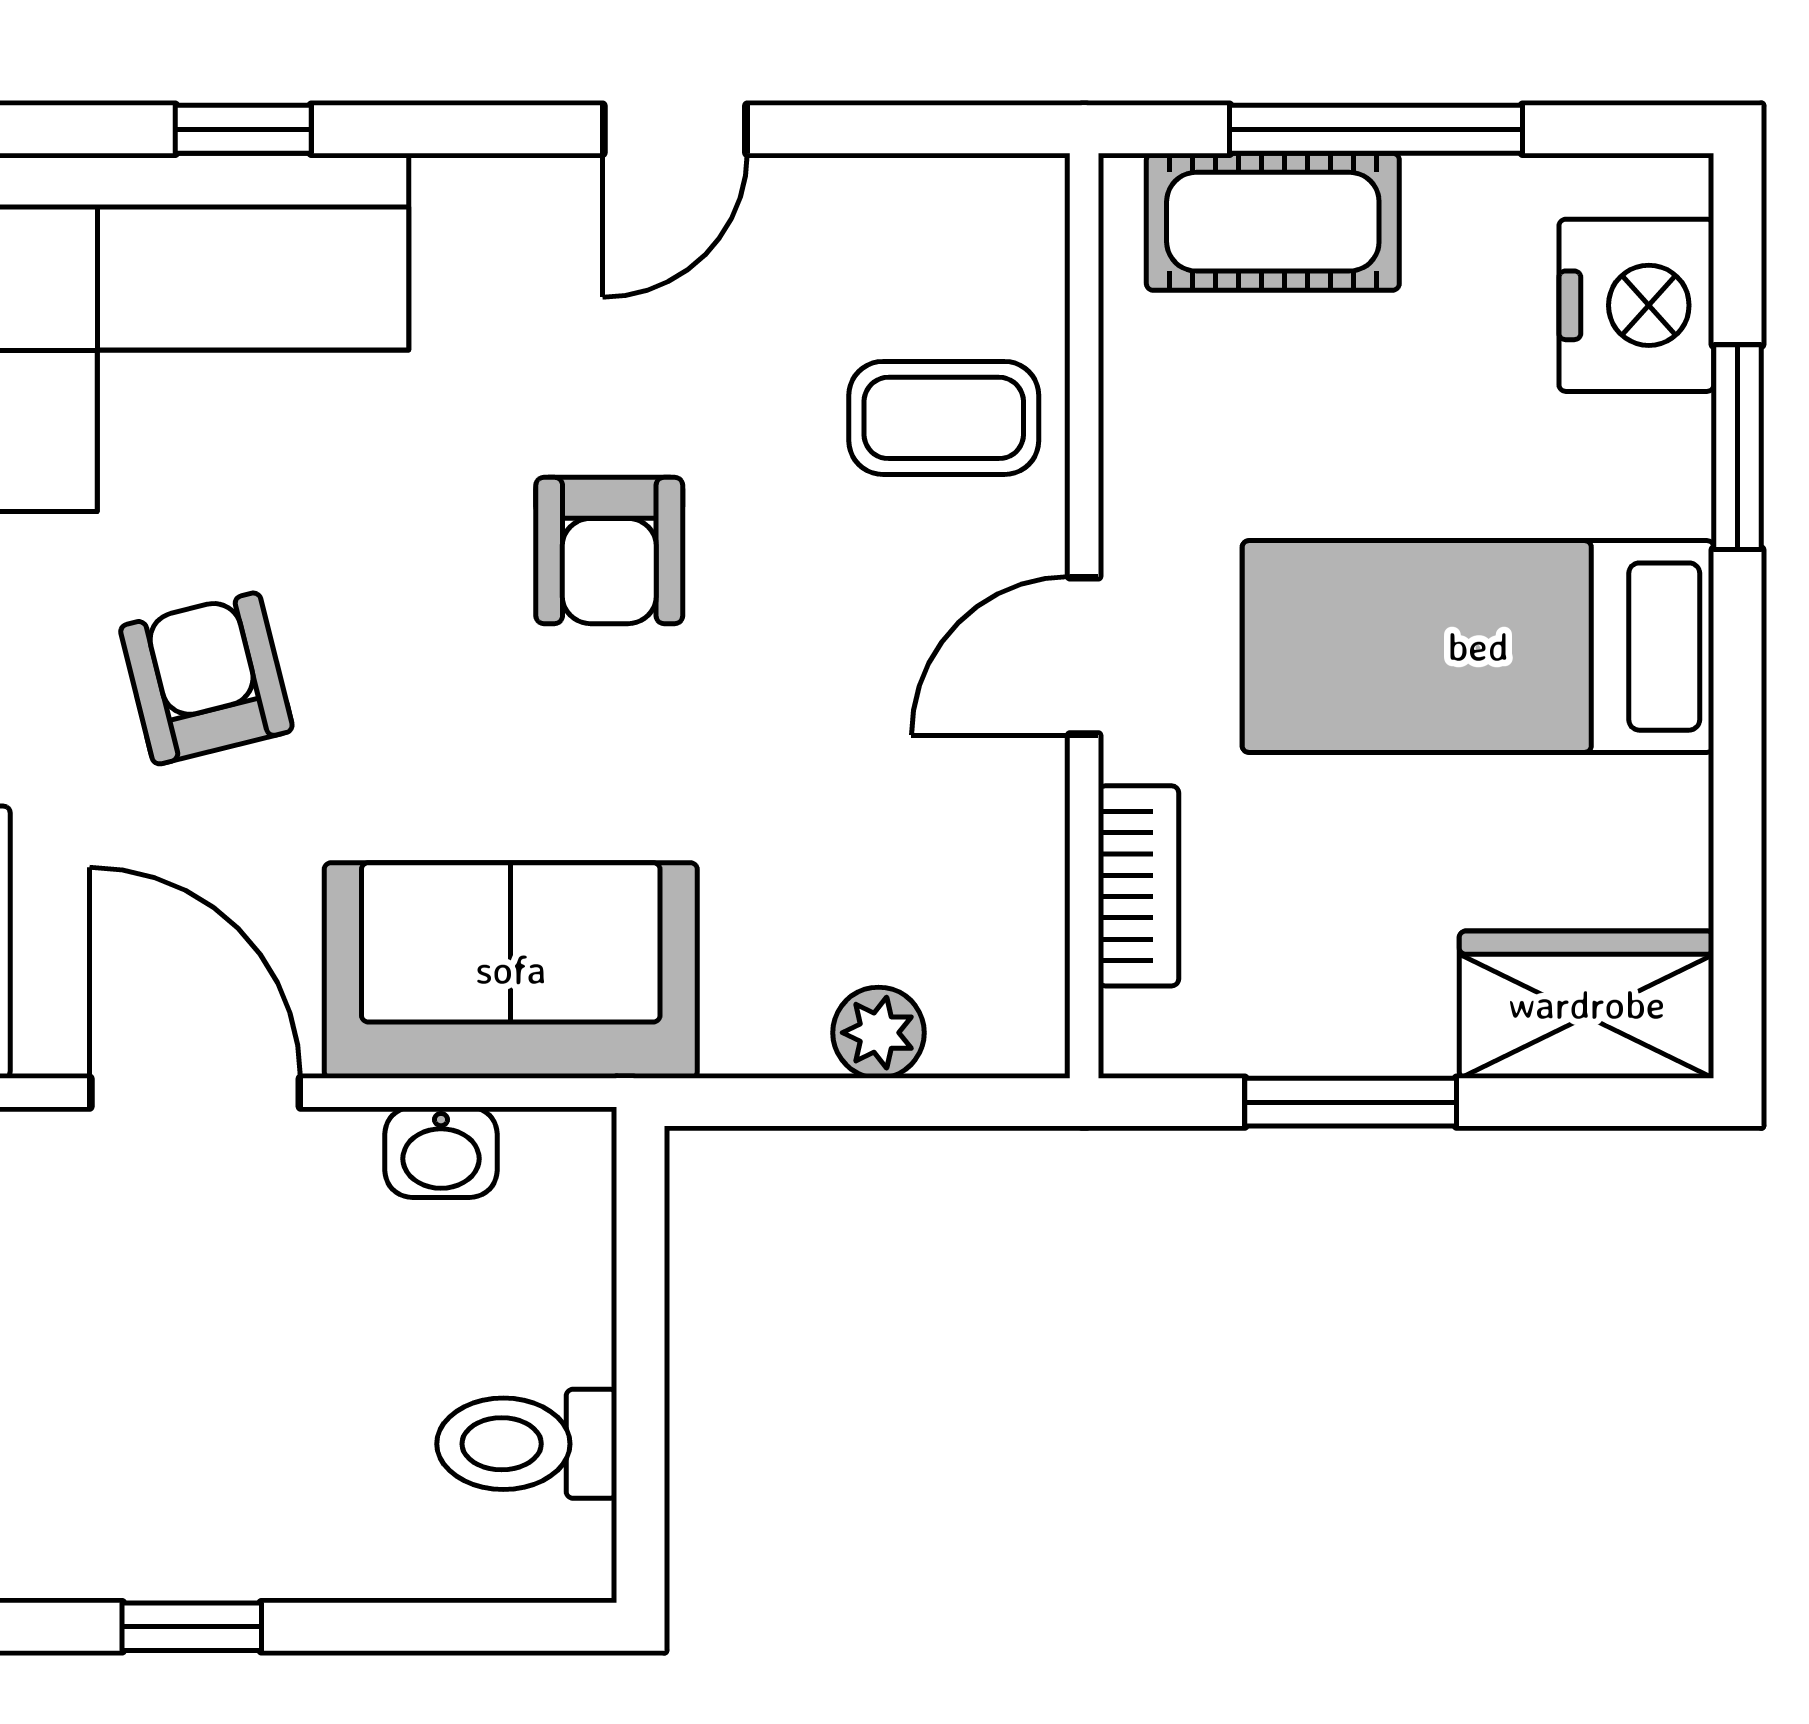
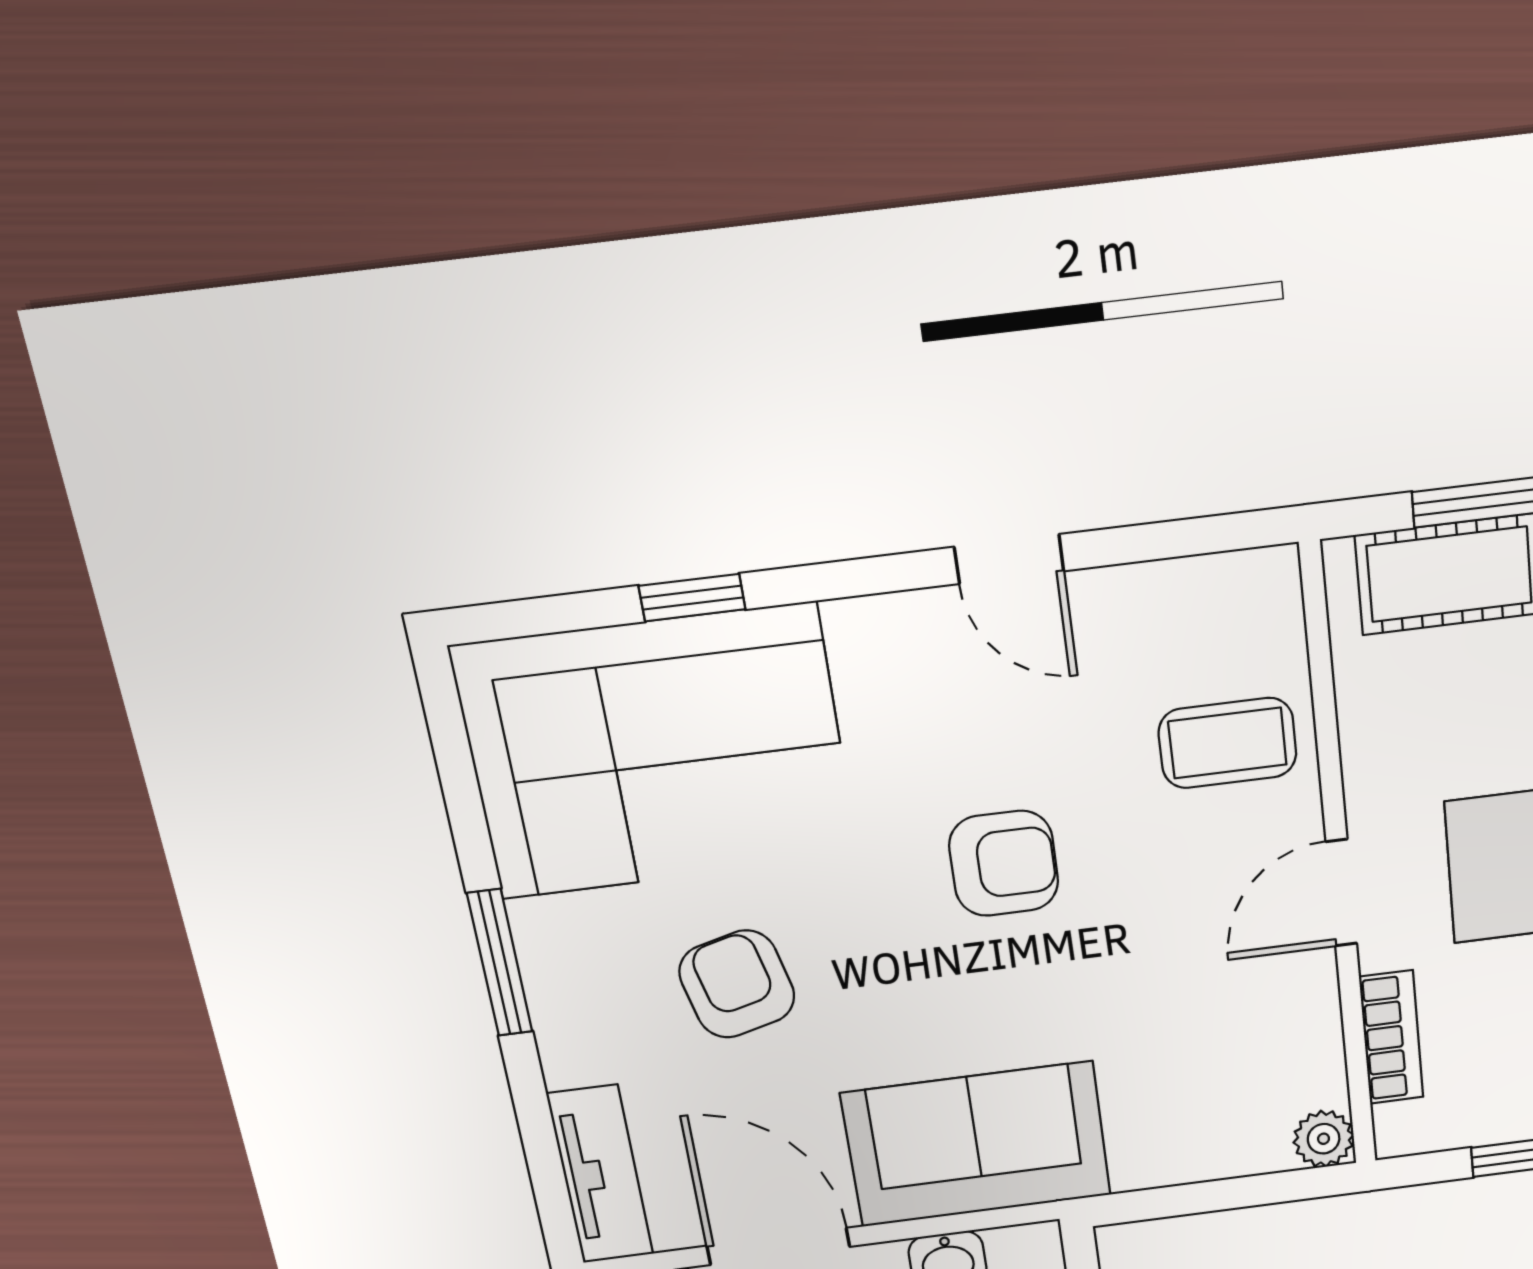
door: (675, 129) -> (1009, 559), hinge flipped
armchair: (609, 551) -> (1004, 863), turned -90
plant: (879, 1033) -> (1324, 1139), moved

